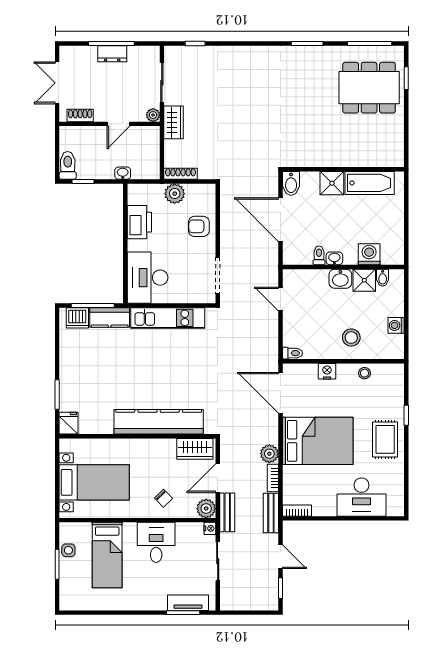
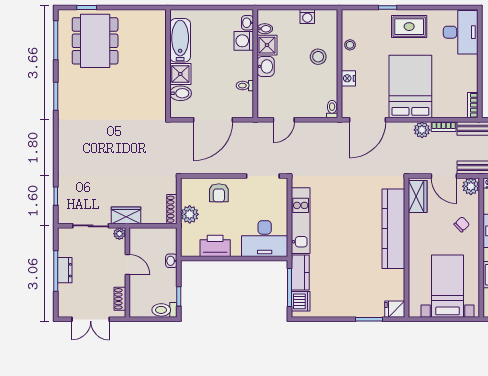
bidet: (291, 183) -> (181, 93), moved
washbasin: (334, 258) -> (247, 23), moved
desk: (362, 497) -> (461, 32), moved

